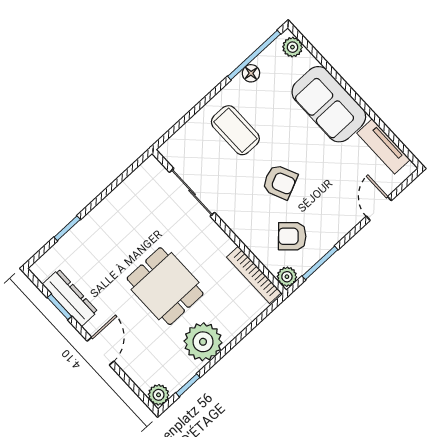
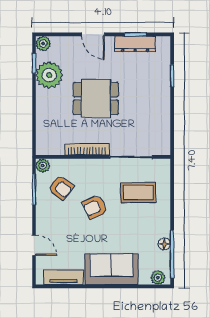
coffee table: (235, 130) -> (138, 193), moved
armchair: (292, 236) -> (61, 188), turned 85
bookcase: (254, 275) -> (87, 150), moved
plant: (203, 342) -> (49, 75), moved

